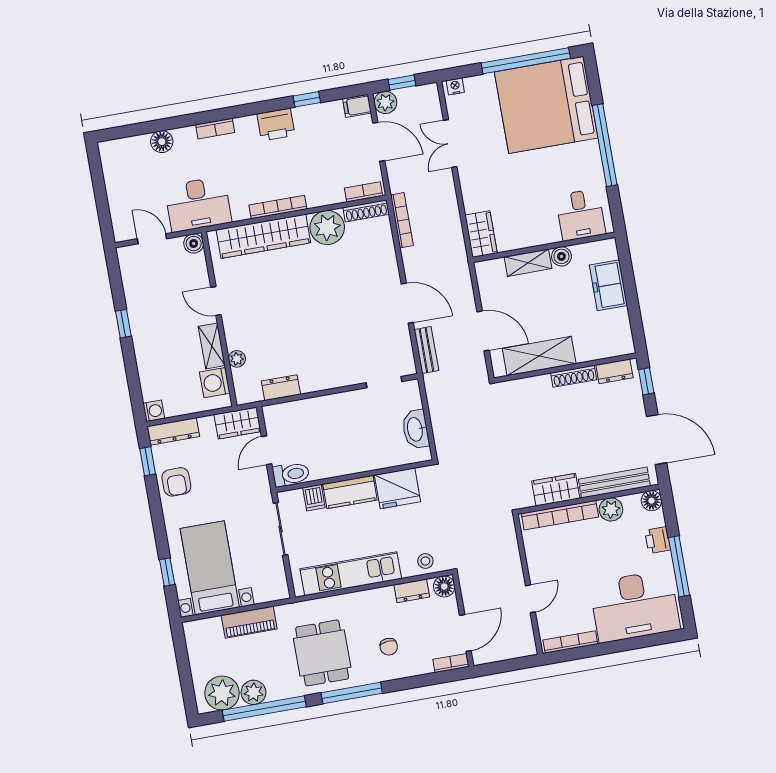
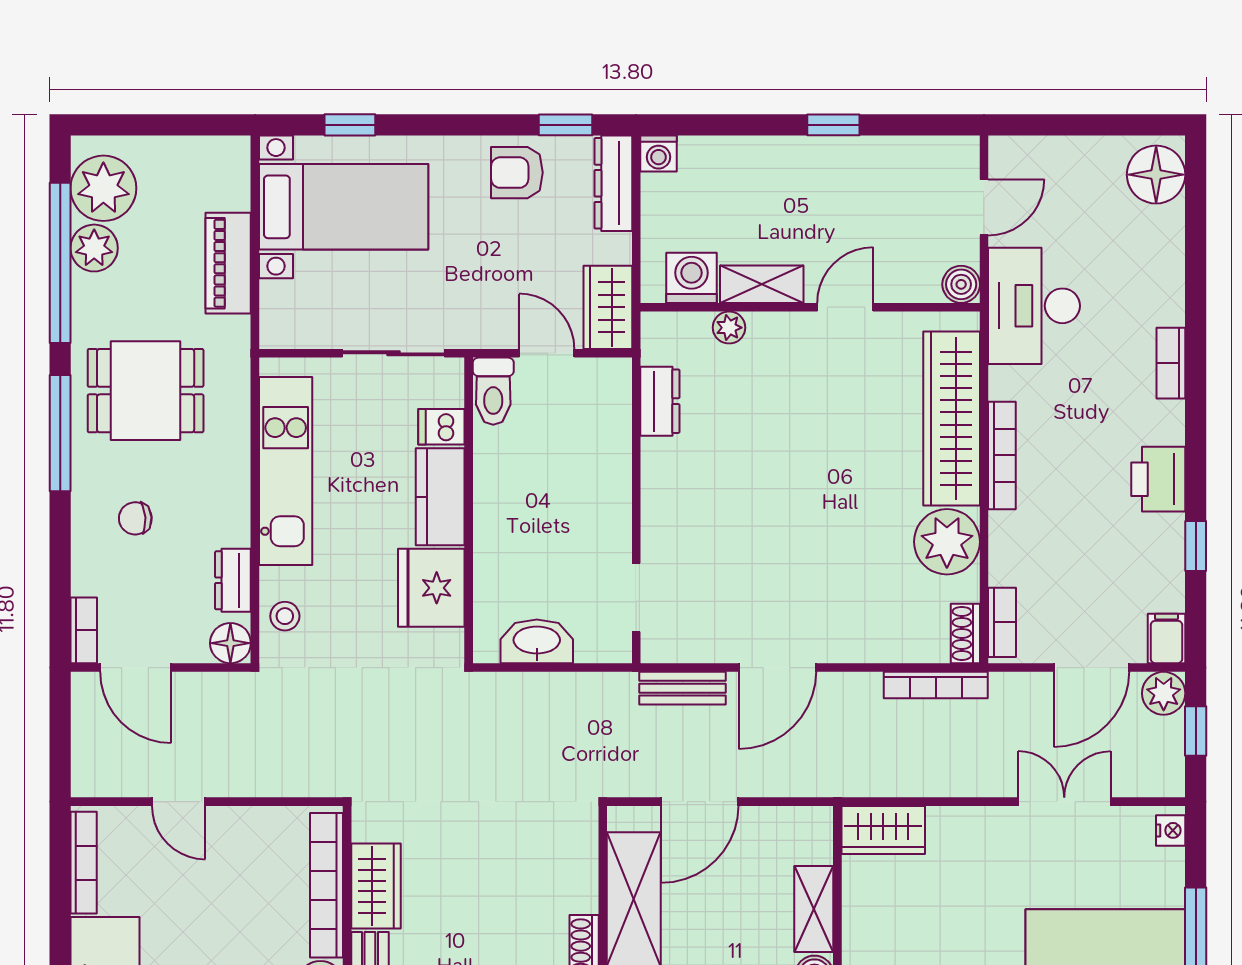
floor lamp: (162, 142) -> (1156, 175), moved, width x1.38, depth x1.38
shoe rack: (366, 211) -> (965, 633), width x0.70

